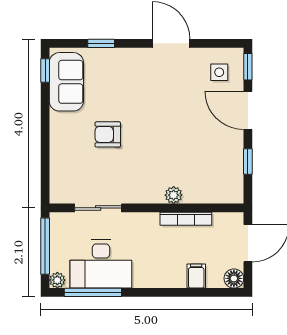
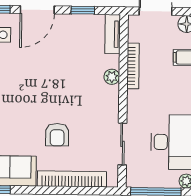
bookcase: (58, 152) -> (72, 179), added
tv unit: (221, 195) -> (113, 34), added

